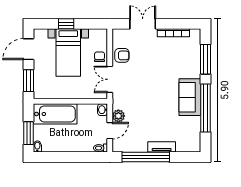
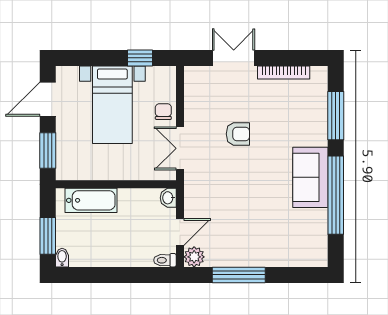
window: (66, 24) -> (140, 58), moved
armchair: (122, 55) -> (238, 134), moved
bathtub: (55, 114) -> (91, 200), width x0.73, depth x0.73
plant: (118, 116) -> (194, 257), moved
tv unit: (162, 147) -> (264, 259), removed
window: (146, 157) -> (239, 275), width x0.68

